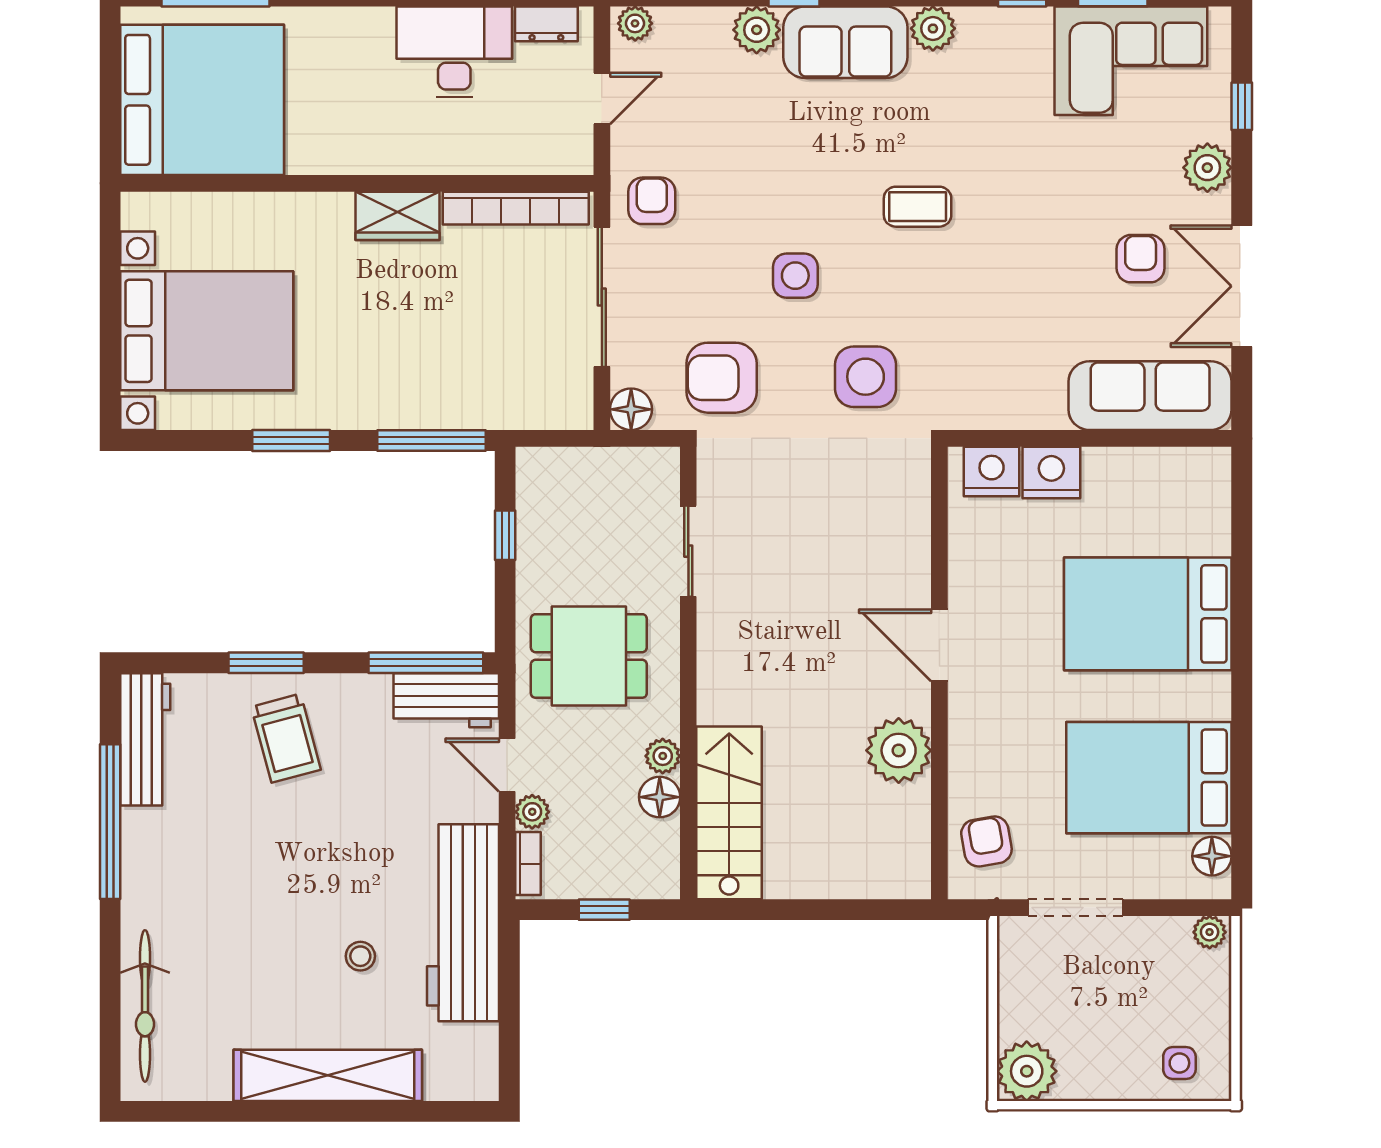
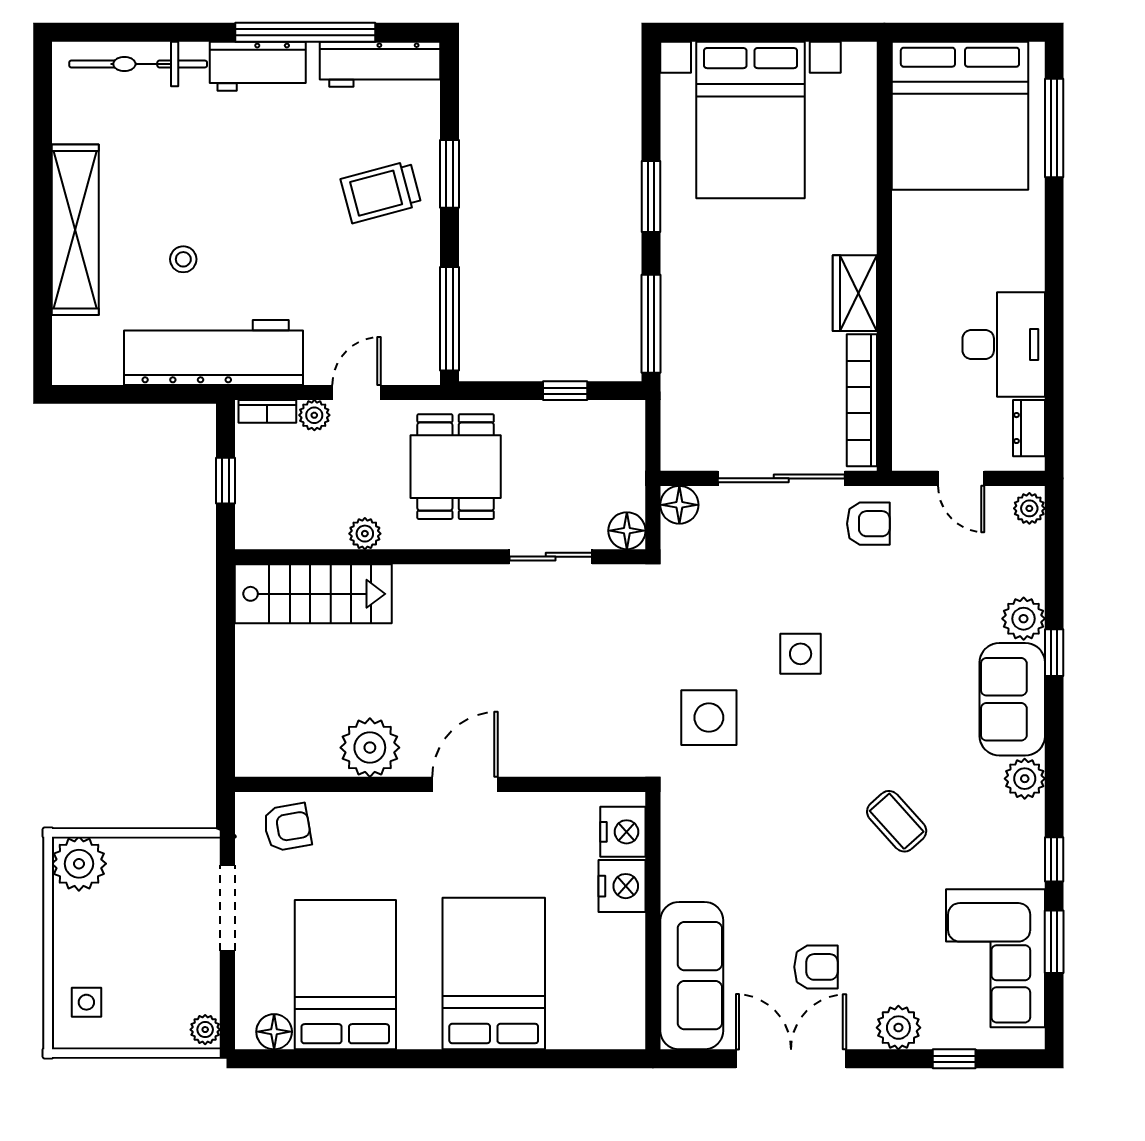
coffee table: (918, 207) -> (897, 821), moved, turned -42
armchair: (722, 378) -> (708, 587), removed
workbench: (446, 700) -> (258, 66), moved, turned -90
floor lamp: (660, 797) -> (627, 531), moved

